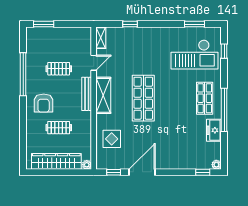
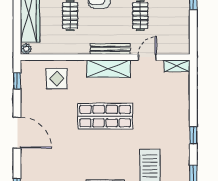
window: (130, 24) -> (193, 135), moved
door: (94, 63) -> (147, 57), swing flipped
door: (142, 172) -> (17, 133), moved

